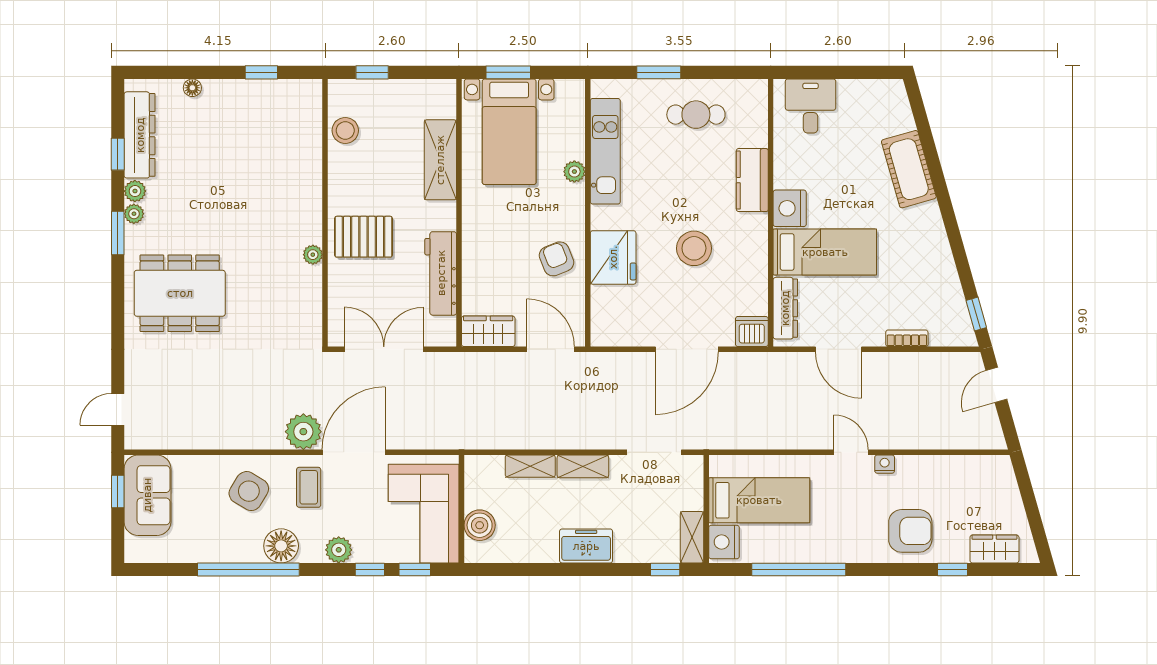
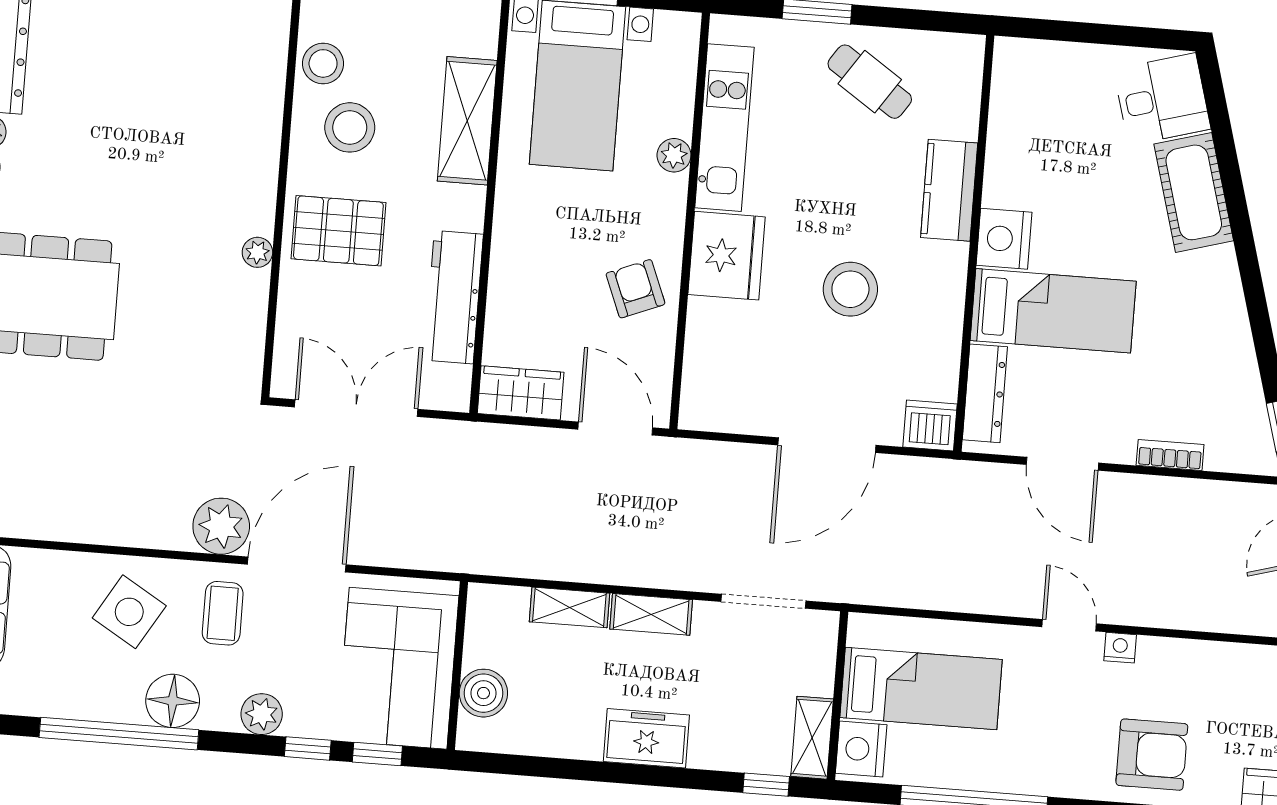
desk: (811, 106) -> (1162, 99), moved, turned 74
cafe table: (696, 115) -> (870, 82), turned 34
stool: (366, 170) -> (350, 127), added
fridge: (613, 257) -> (727, 256), moved

